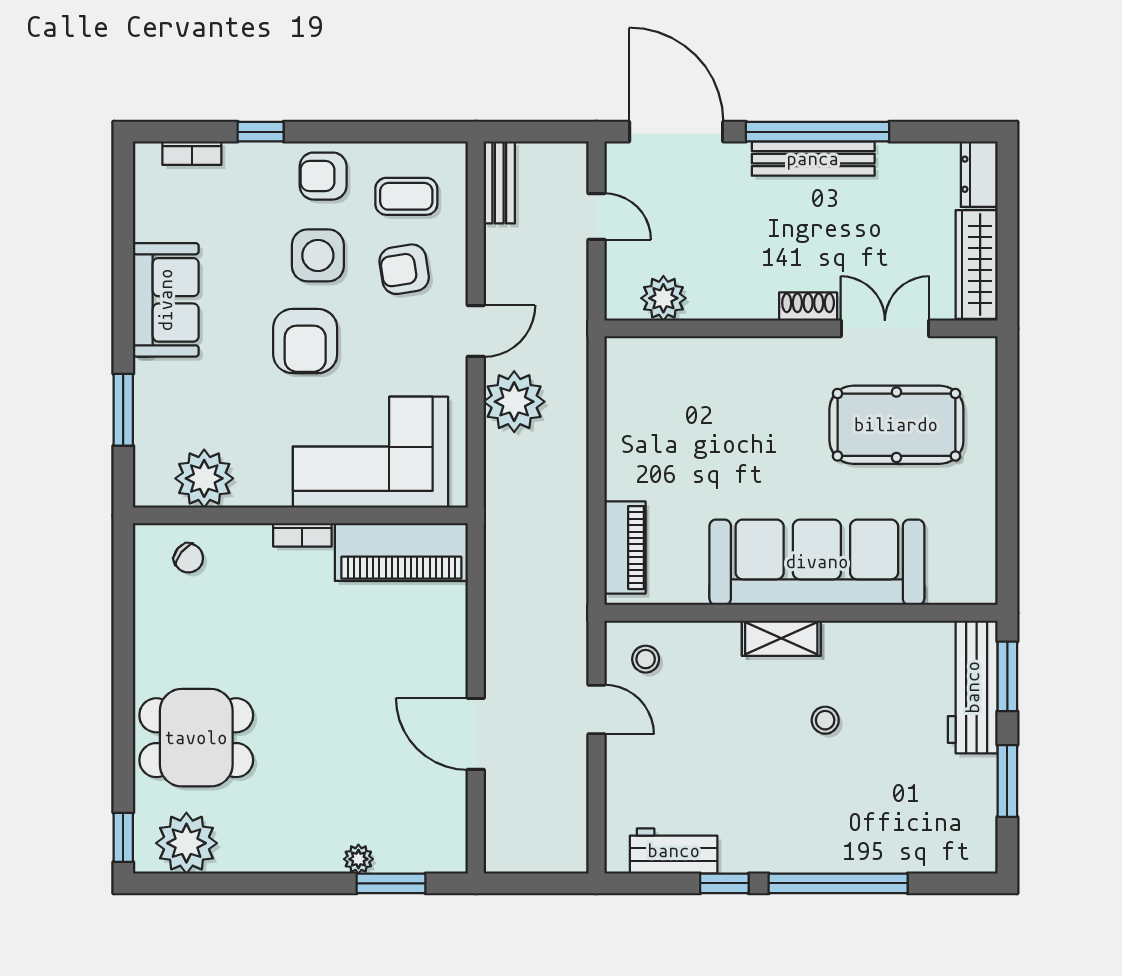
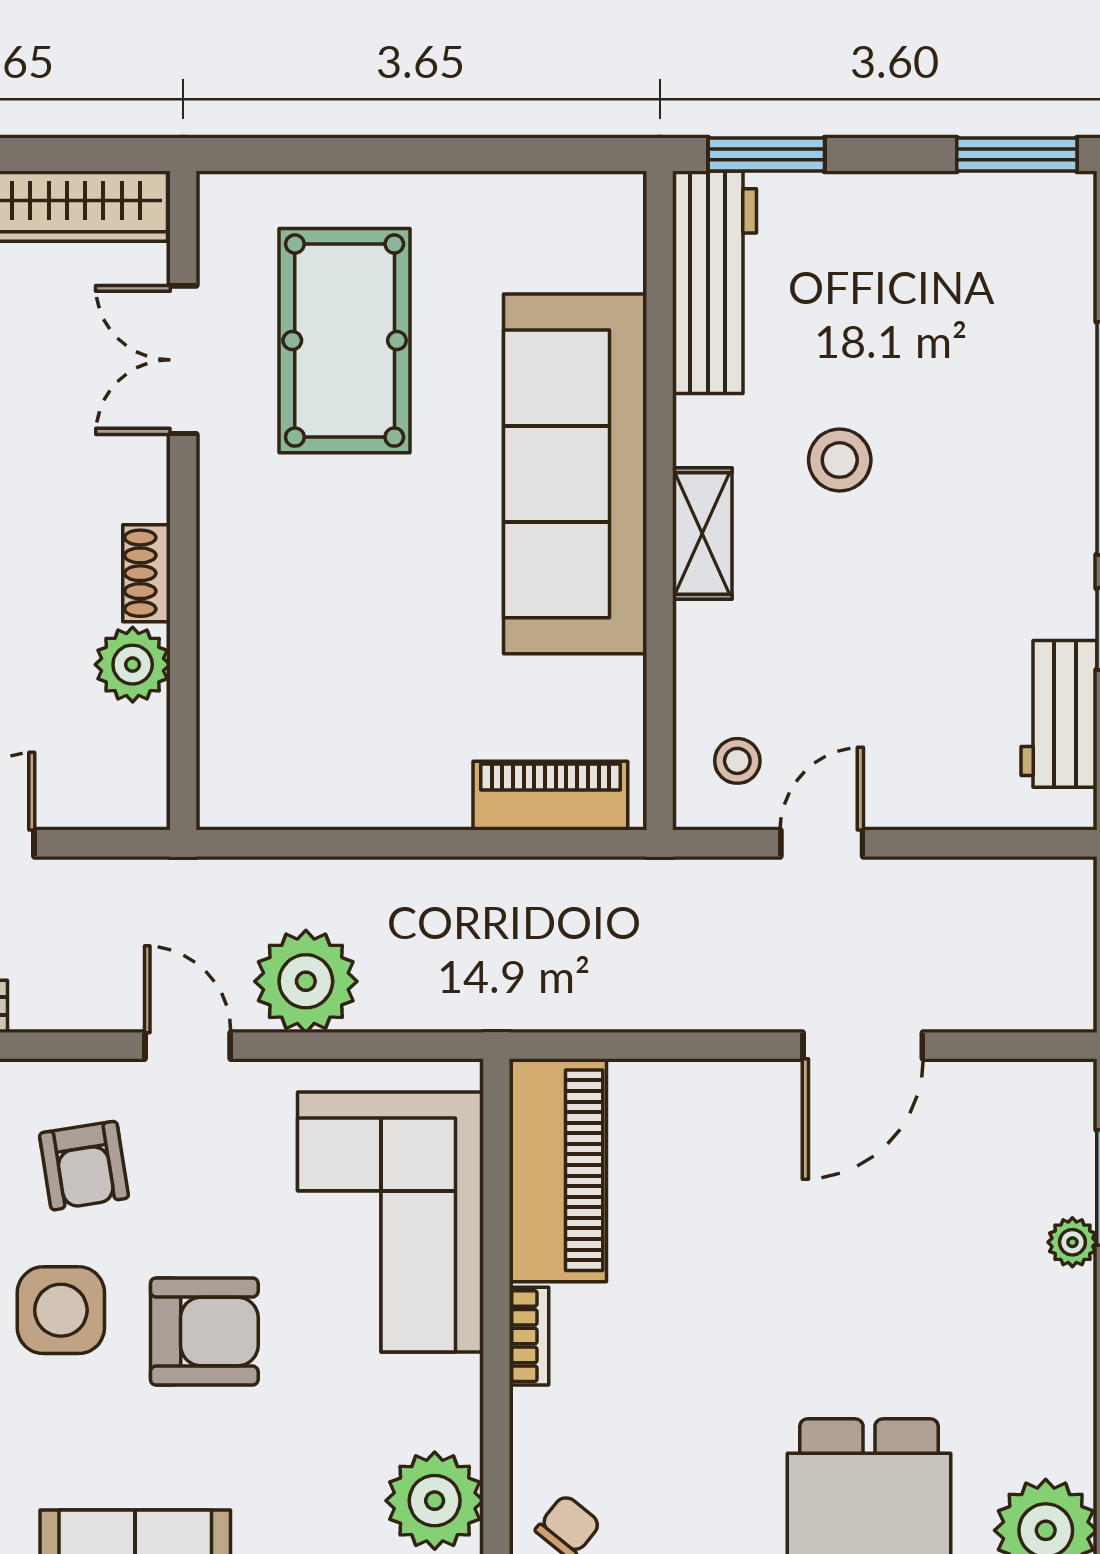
plant: (663, 298) -> (133, 665), moved
shoe rack: (808, 306) -> (146, 573), moved
workbench: (973, 687) -> (715, 282), moved, turned -90
stool: (825, 720) -> (840, 460), width x1.37, depth x1.37
window: (1007, 781) -> (1017, 155), moved

